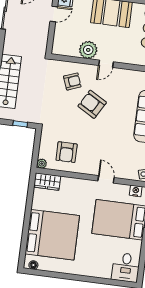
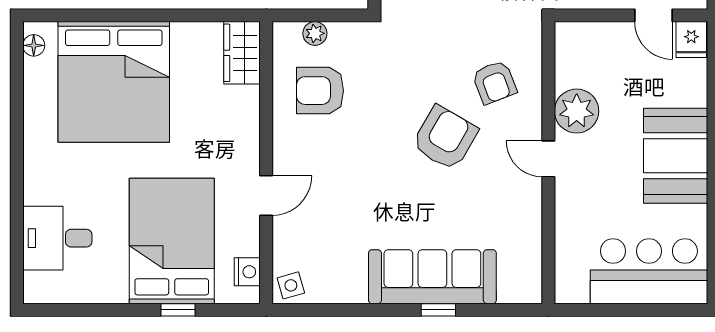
plant: (42, 164) -> (315, 33), moved
desk: (126, 267) -> (57, 238), moved

